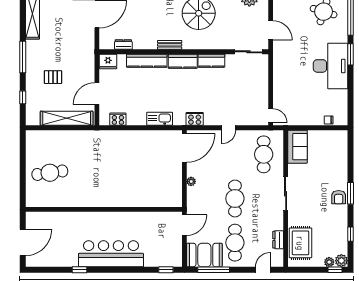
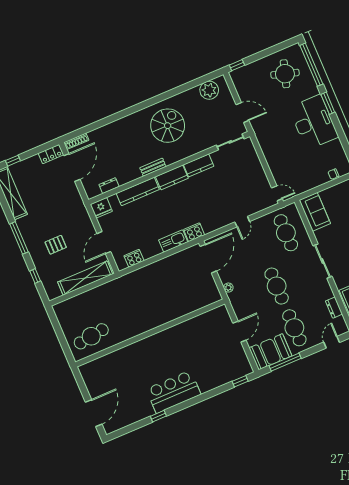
cooker: (195, 119) -> (194, 232), moved
wall: (104, 209) -> (150, 333), moved
bar counter: (111, 254) -> (173, 392), width x0.73

